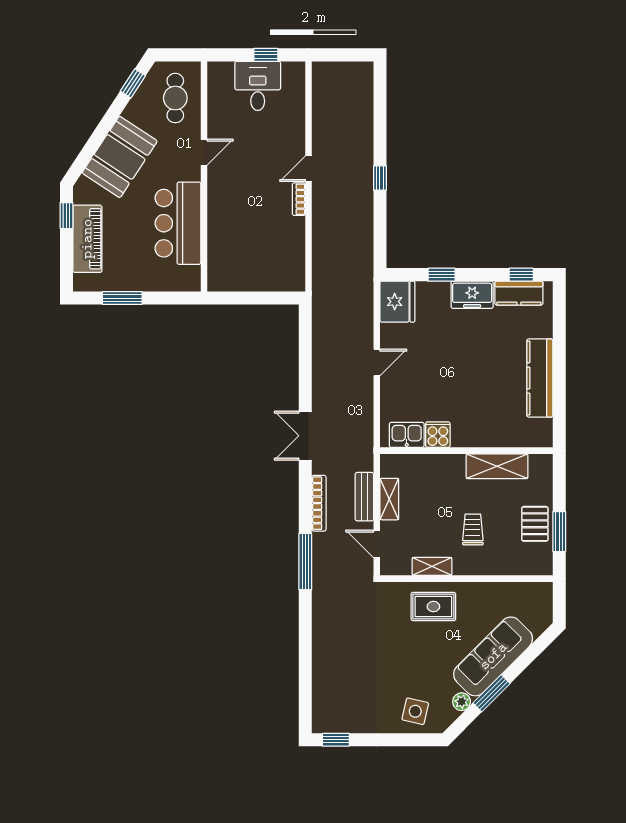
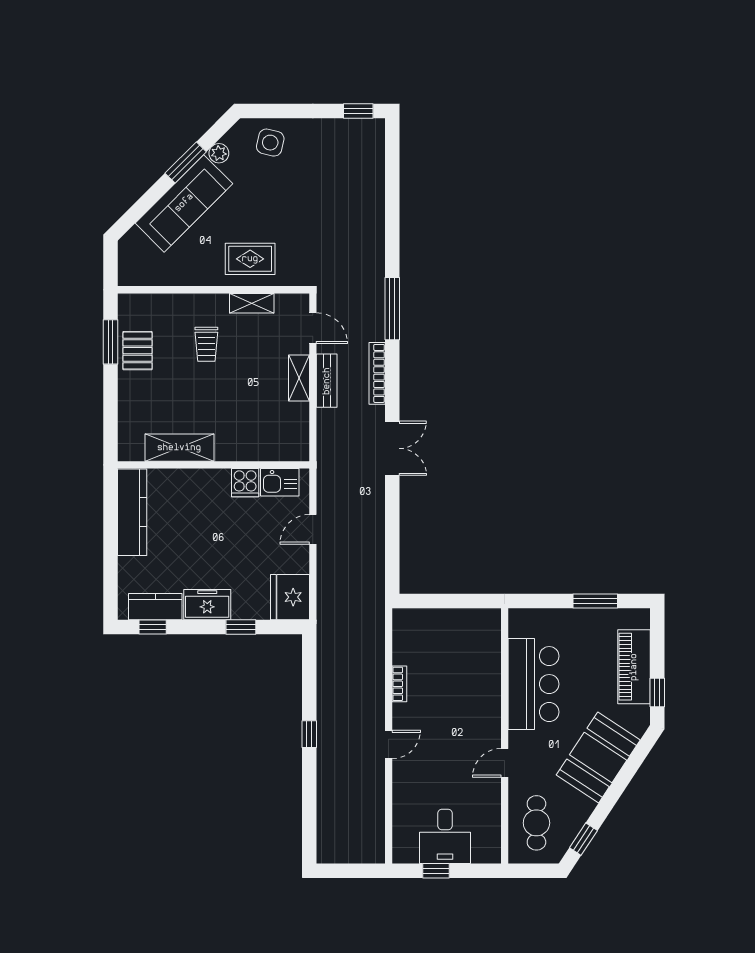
bookcase: (299, 199) -> (399, 684), moved
kitchen sink: (407, 435) -> (280, 482), moved
cooker: (438, 435) -> (245, 483), moved
wall: (466, 451) -> (213, 465), moved
shelving: (497, 466) -> (179, 448), moved

